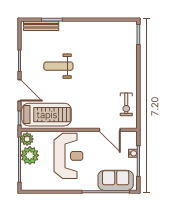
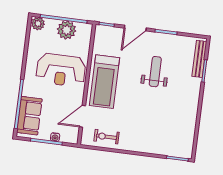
treadmill: (47, 115) -> (104, 82), moved
plant: (27, 139) -> (38, 24), moved

